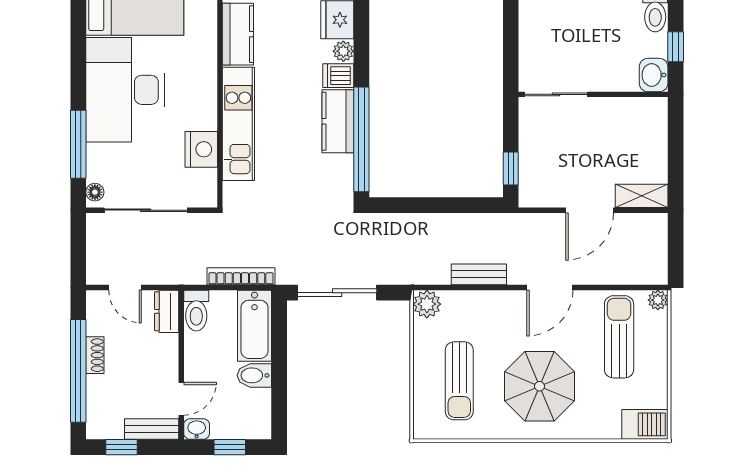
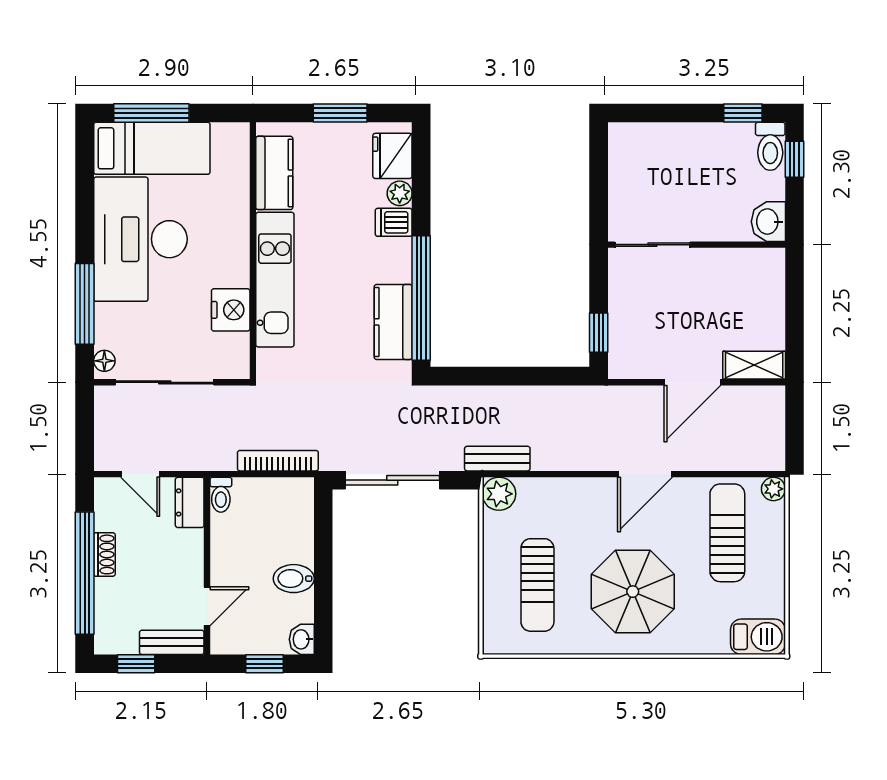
window: (676, 47) -> (794, 159), moved
kitchen counter: (338, 121) -> (393, 322), moved
bench: (479, 274) -> (497, 459), moved
toilet: (196, 311) -> (221, 495), width x0.73, depth x0.72
bathtub: (255, 326) -> (294, 520), removed
washbasin: (197, 429) -> (302, 639), moved, turned -90

